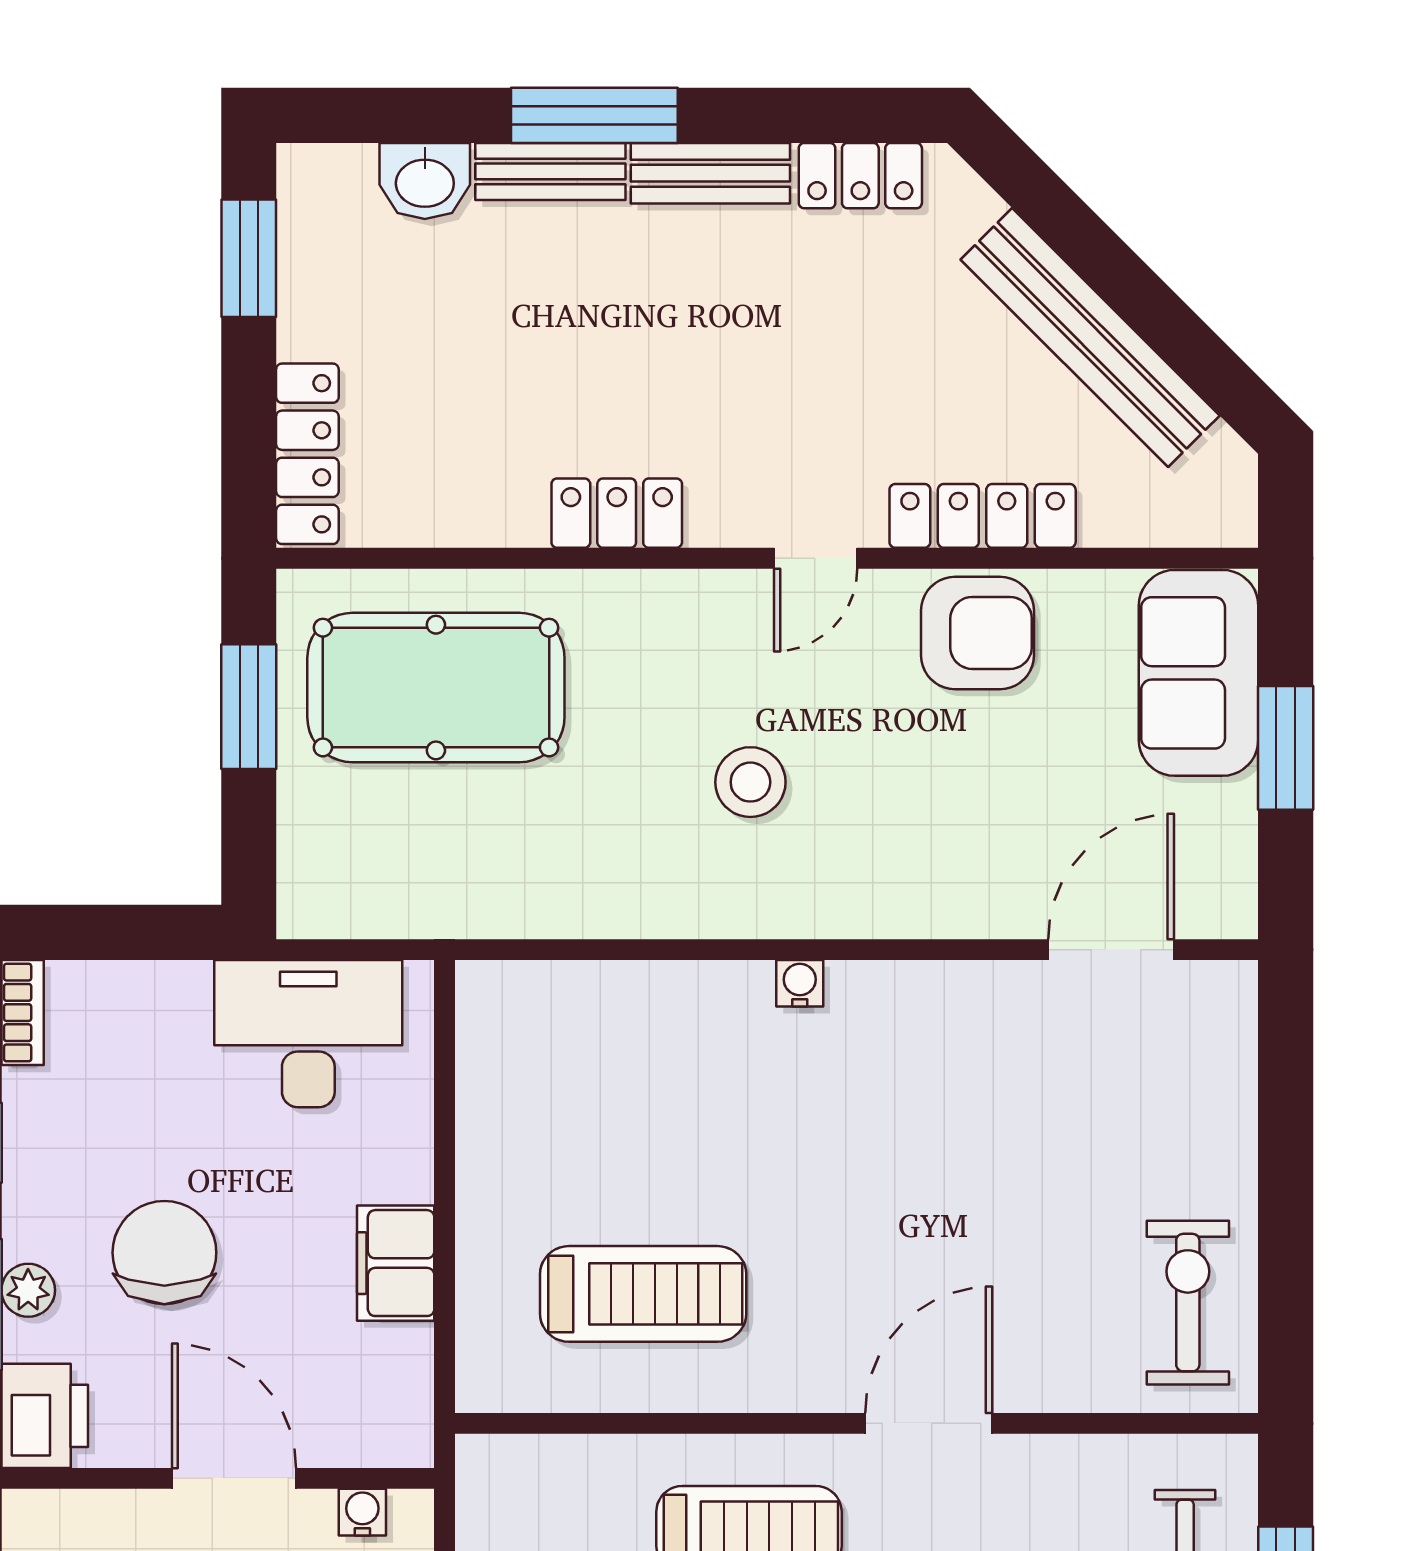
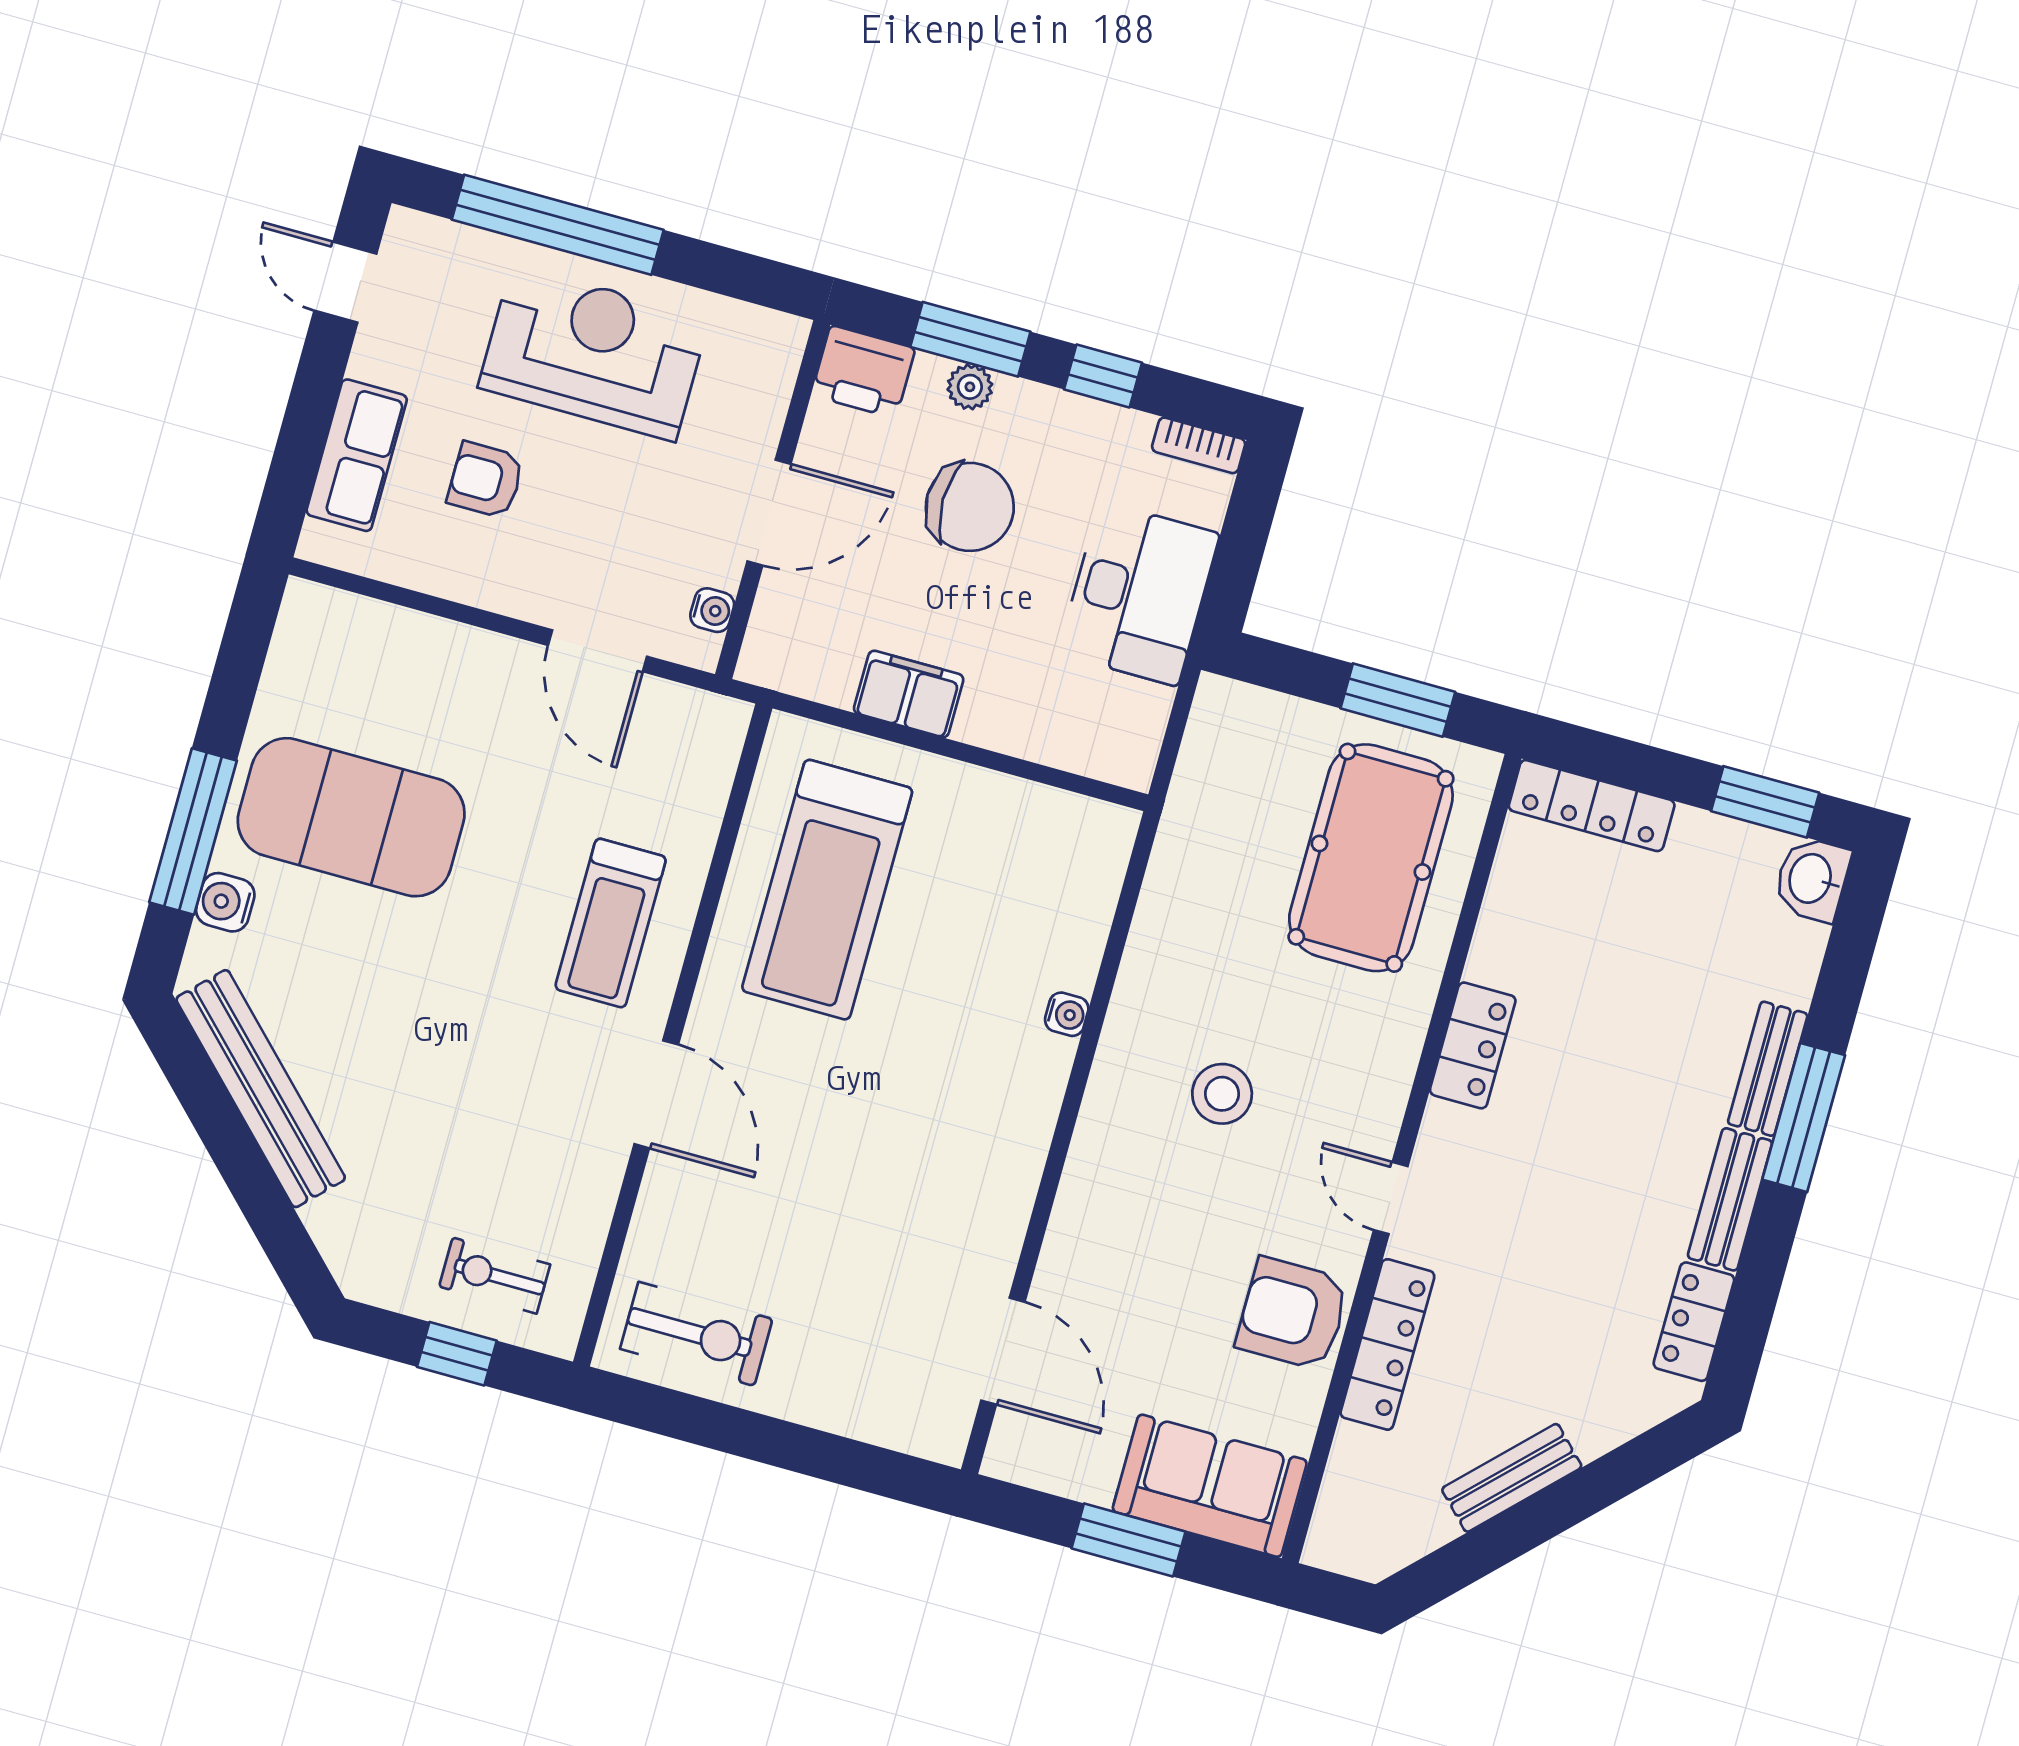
washbasin: (425, 181) -> (1812, 879), moved
bench: (1090, 338) -> (1512, 1478), width x0.54, depth x0.82
armchair: (977, 633) -> (1293, 1314), turned 90
water cooler: (800, 983) -> (1067, 1014), moved
desk: (308, 1034) -> (1139, 594), moved
treadmill: (643, 1294) -> (827, 890), width x1.37, depth x1.38

